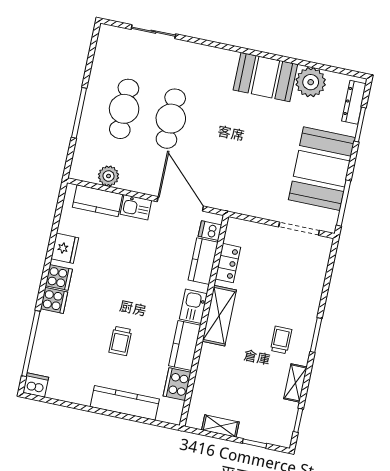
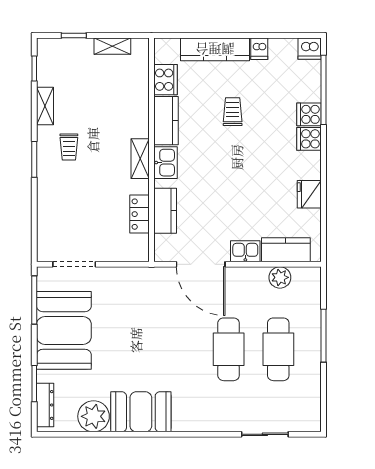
dishwasher: (210, 231) -> (259, 49), moved, turned 90
cooker: (59, 277) -> (309, 114), moved
shelving: (219, 316) -> (140, 159), width x0.67, depth x0.75

